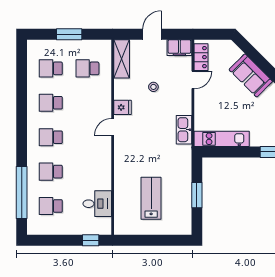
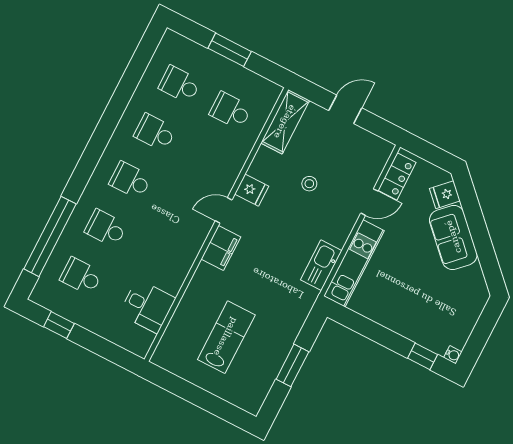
filing cabinet: (179, 48) -> (221, 248), moved, turned -90
fridge: (234, 54) -> (445, 195), added
kitchen unit: (222, 139) -> (354, 263), moved, turned 90
window: (91, 240) -> (59, 325), moved

